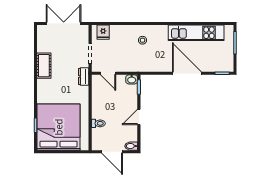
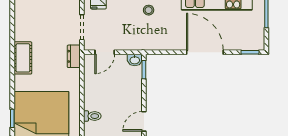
cot: (44, 66) -> (23, 58), moved
door: (108, 73) -> (105, 52), hinge flipped
door: (139, 117) -> (144, 121), moved

